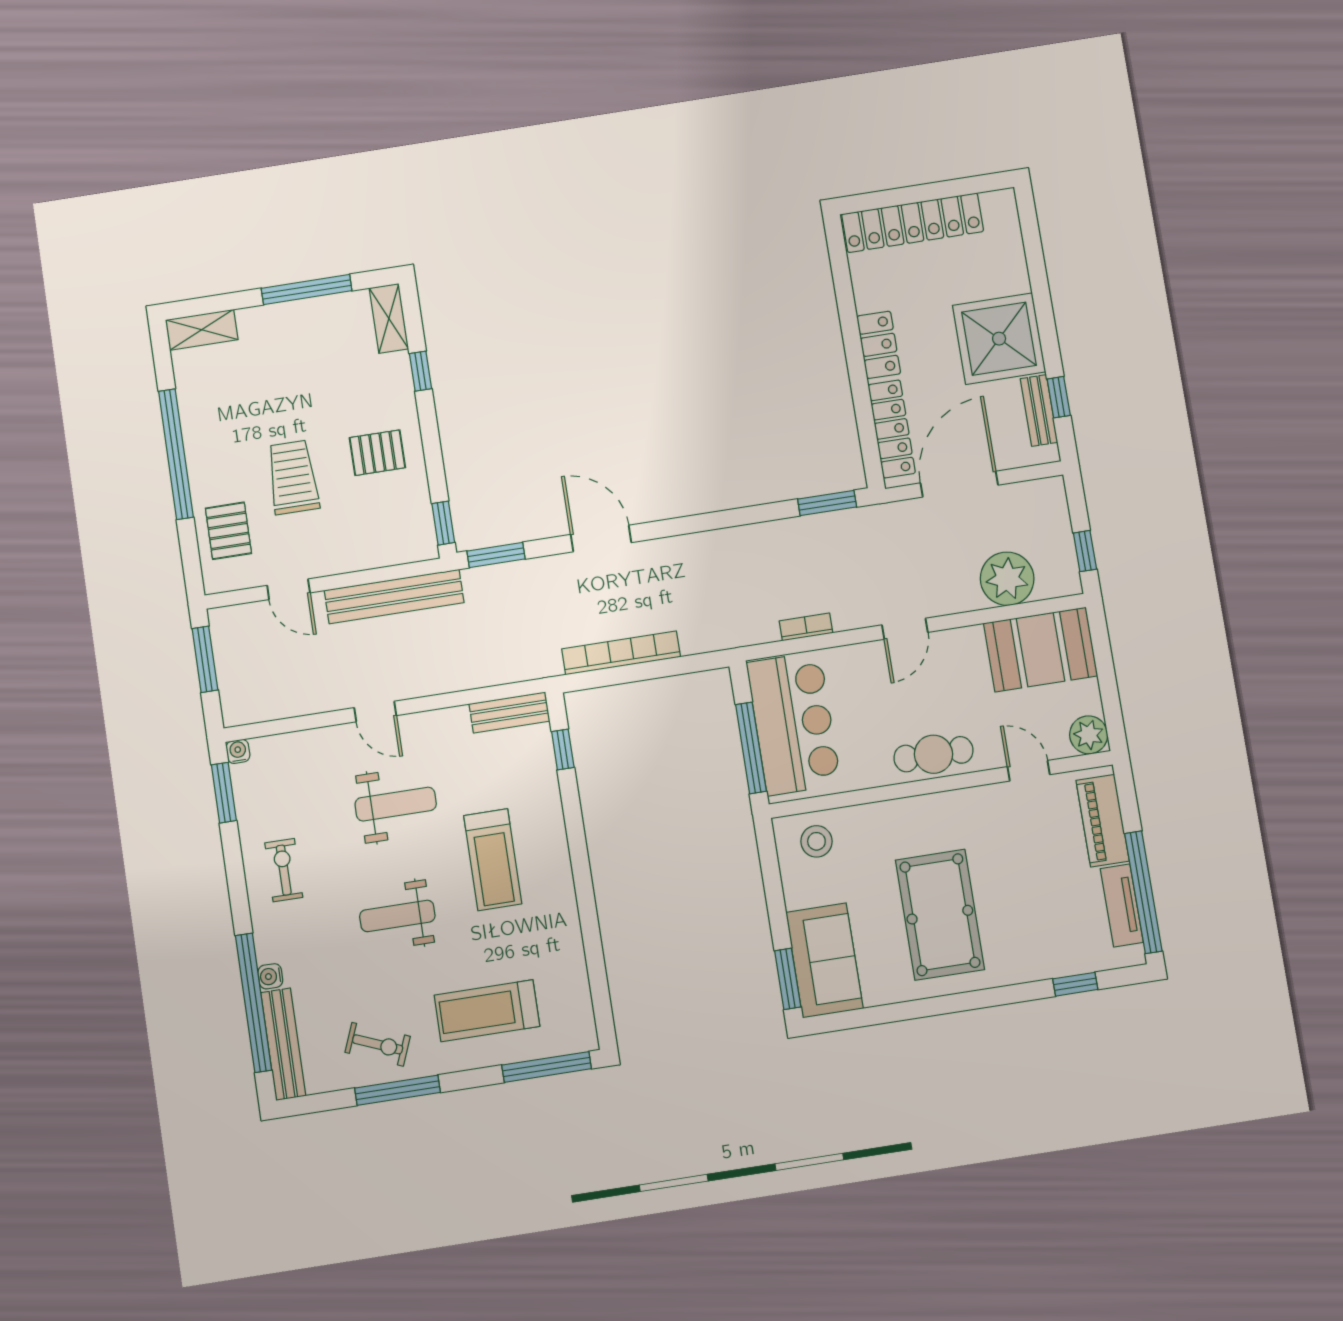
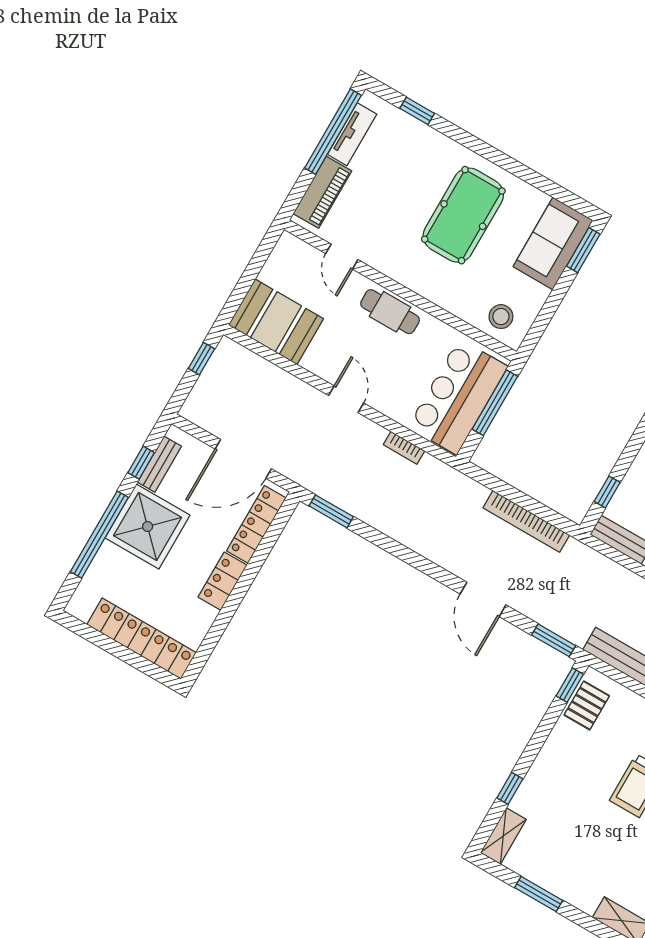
window: (307, 290) -> (539, 894), width x0.69
window: (1041, 292) -> (99, 535), added
pallet: (377, 453) -> (587, 705), moved, turned 90
plant: (1007, 579) -> (261, 380), removed
door: (905, 629) -> (346, 399), hinge flipped
plant: (1089, 735) -> (289, 249), removed

